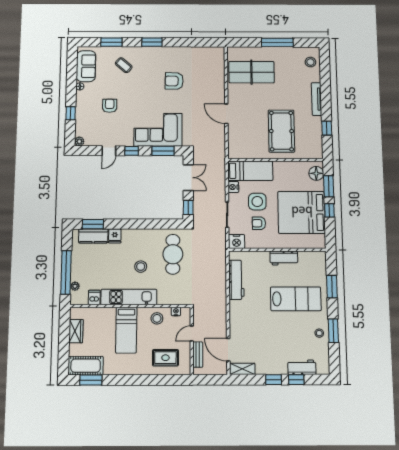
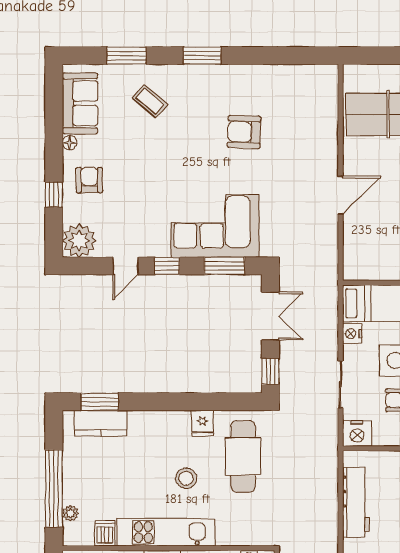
armchair: (110, 106) -> (89, 180), moved
door: (226, 114) -> (341, 195), swing flipped
plant: (79, 141) -> (79, 241), width x1.88, depth x1.88
fridge: (115, 236) -> (202, 423), moved

